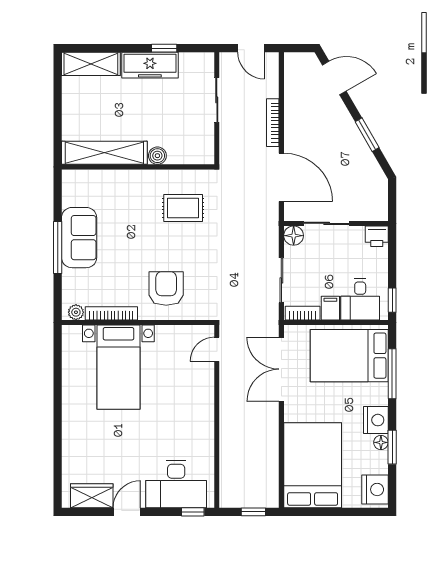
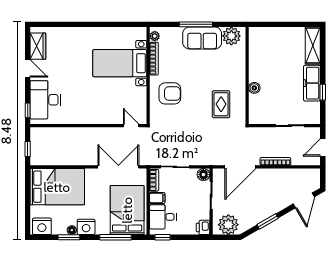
shelving: (104, 153) -> (256, 54), removed
plant: (76, 192) -> (231, 36), added
plant: (372, 197) -> (228, 225), added

